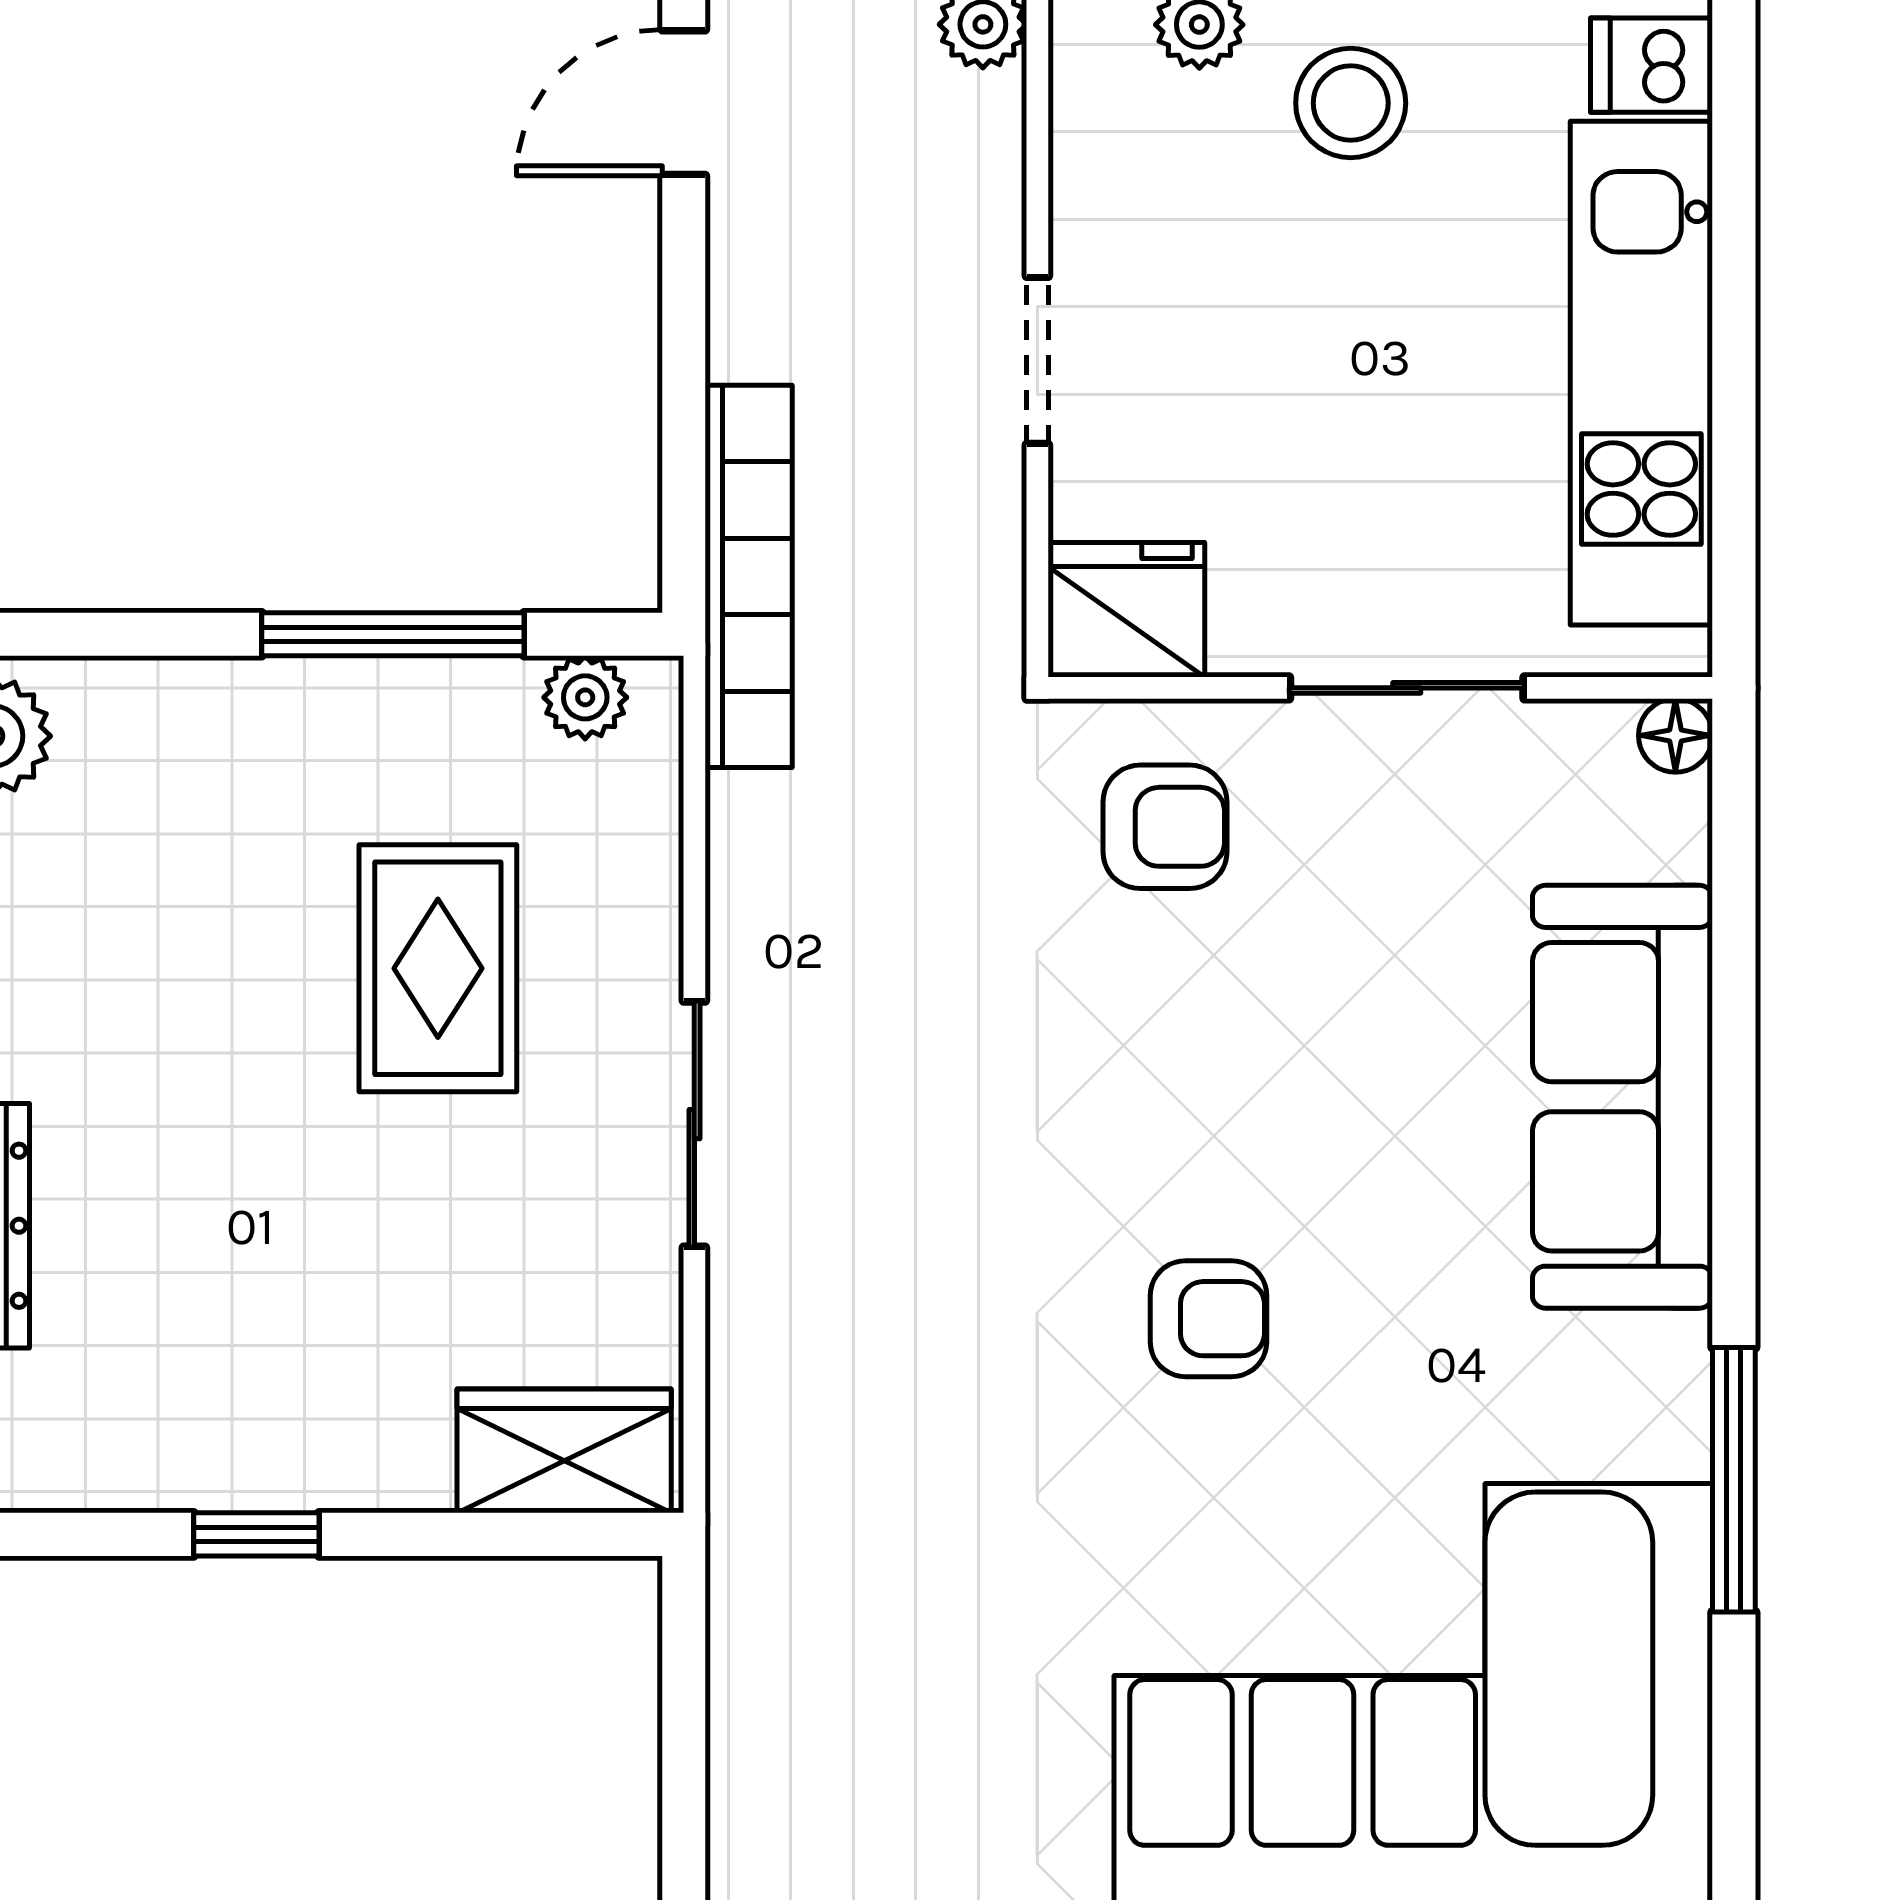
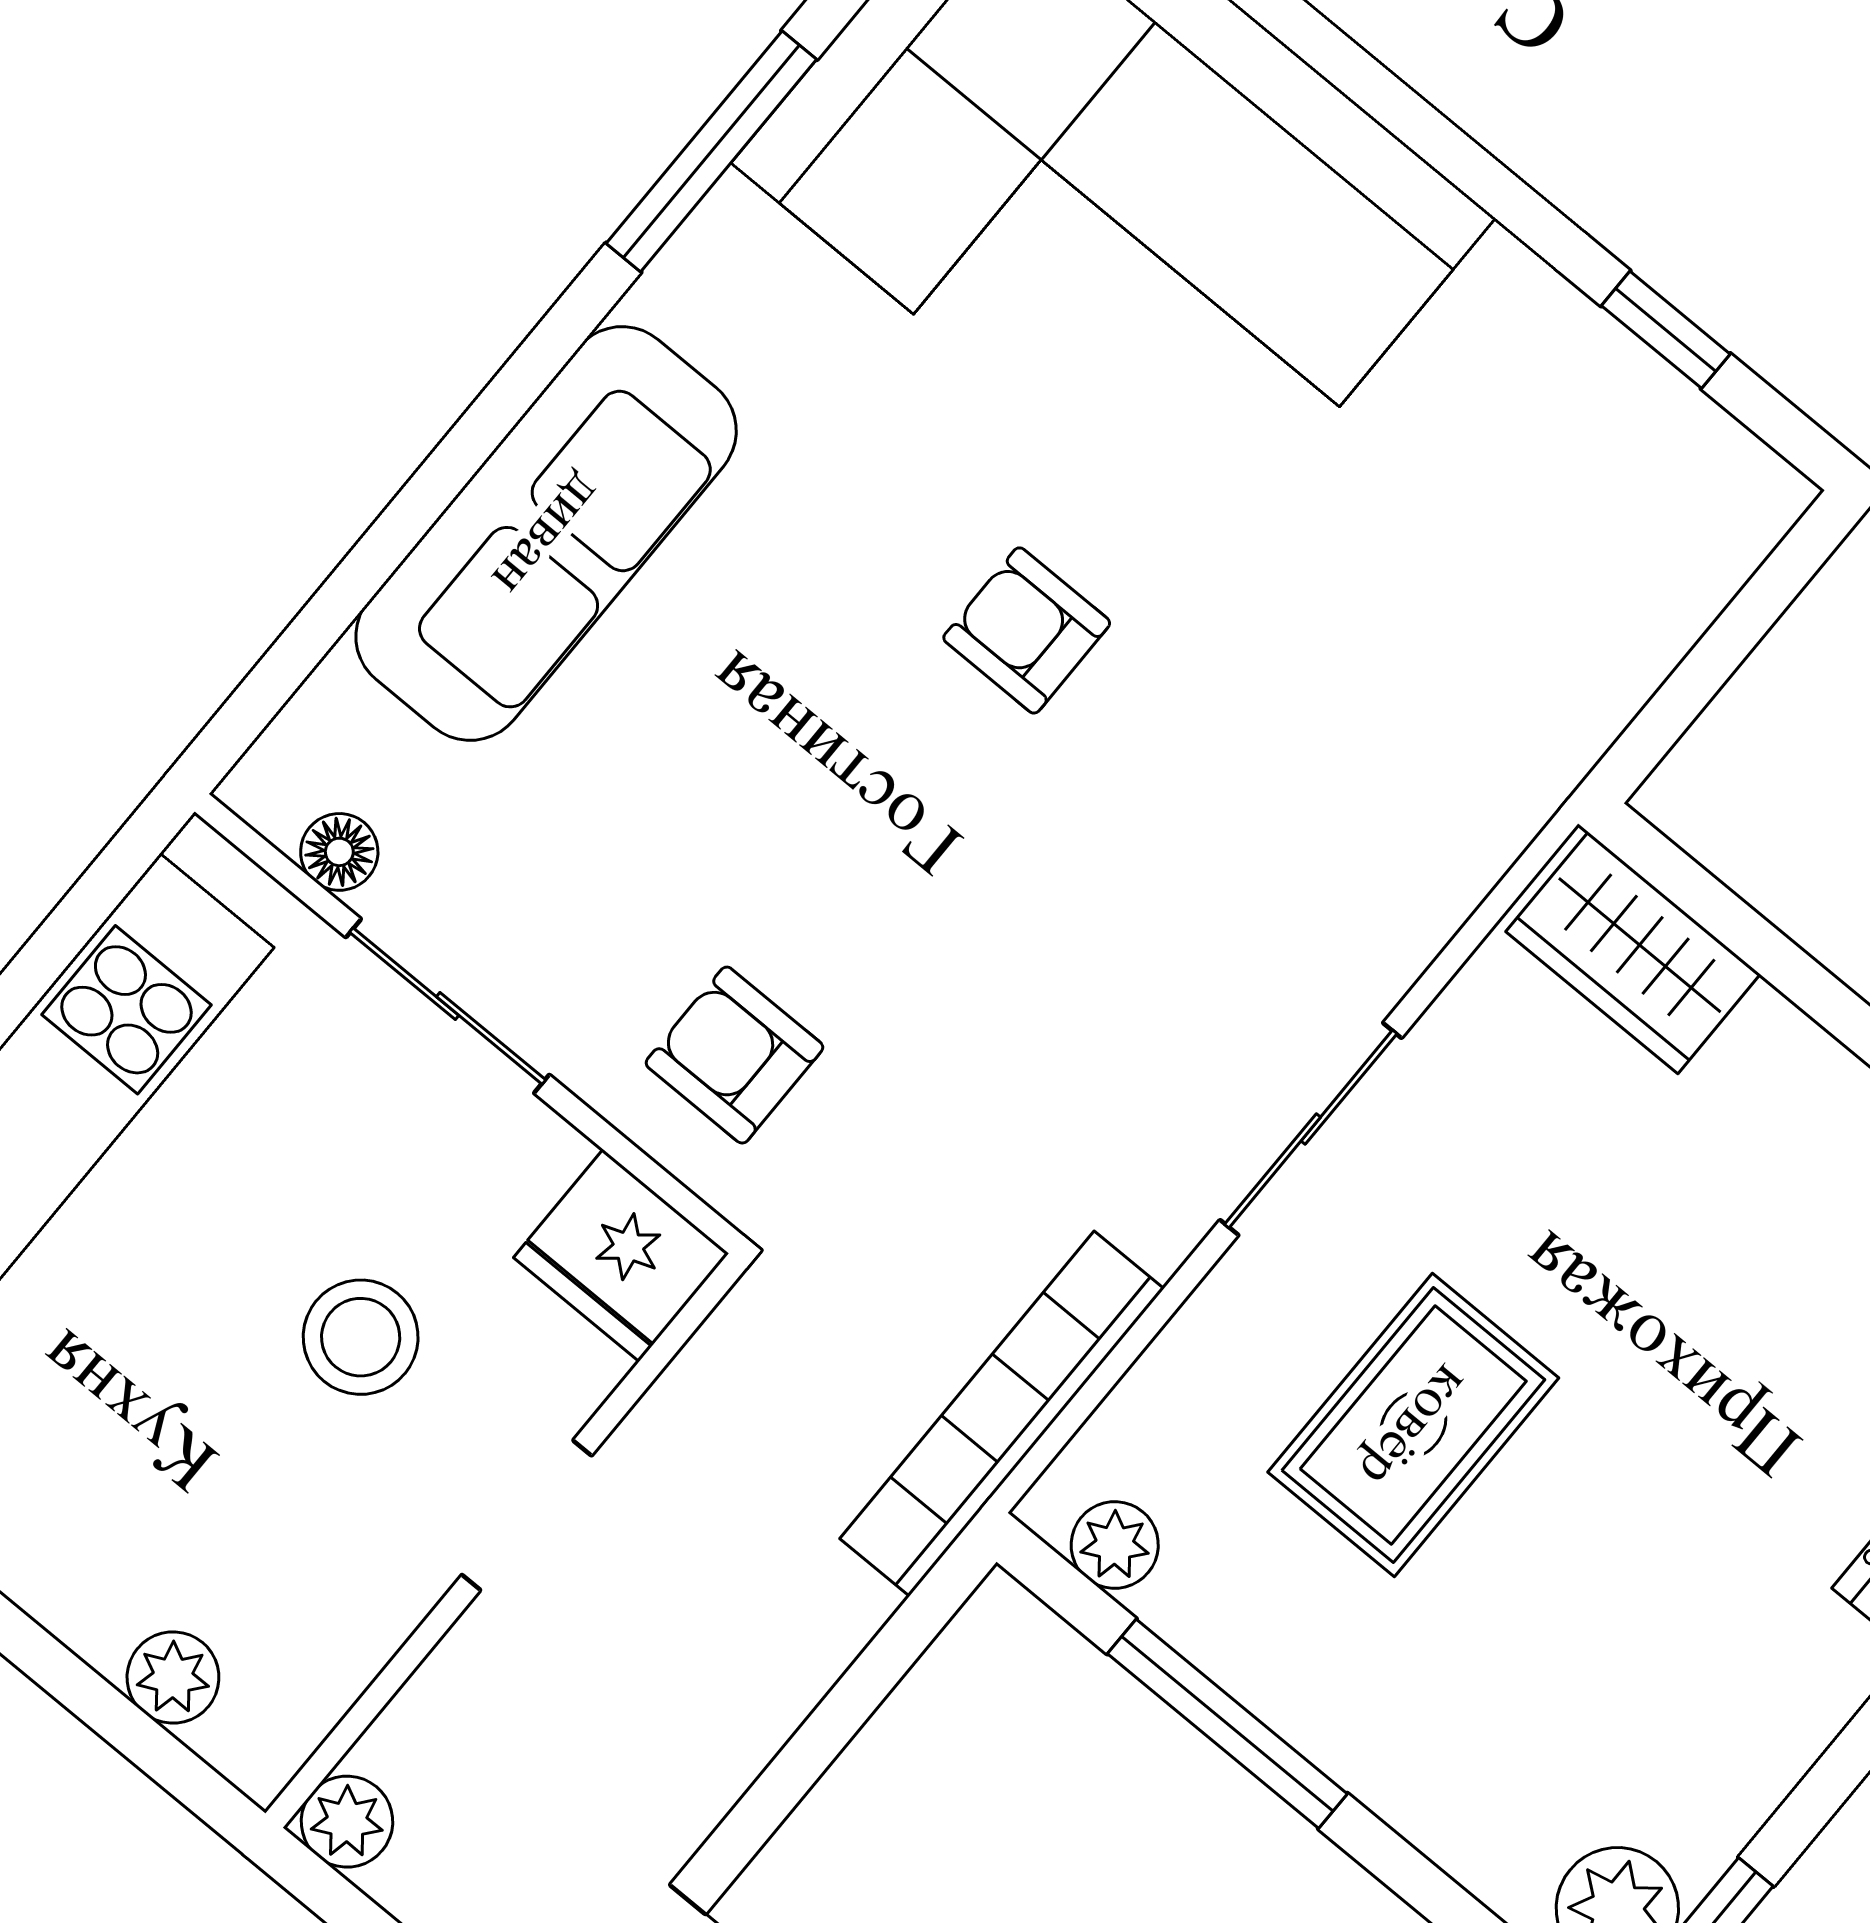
stool: (1351, 103) -> (361, 1337), moved
bookcase: (749, 576) -> (1002, 1414), moved
floor lamp: (1675, 735) -> (339, 852), moved

